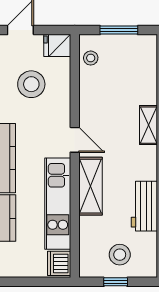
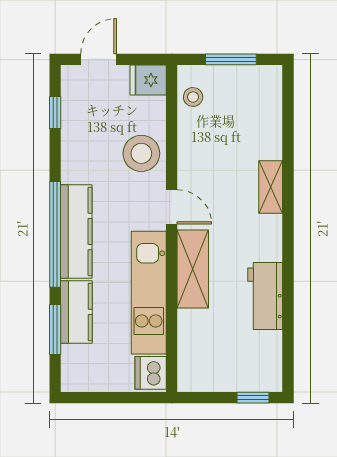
stool: (31, 84) -> (141, 153), moved
stool: (120, 255) -> (232, 361), removed
window: (116, 282) -> (253, 398), moved

